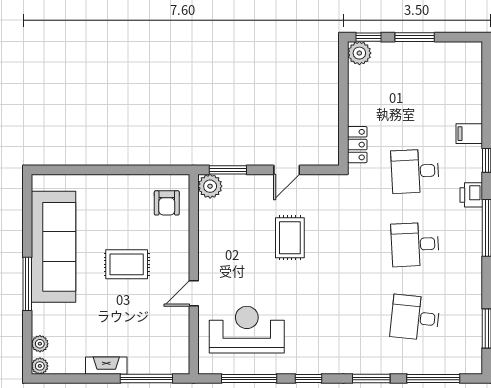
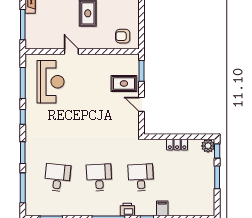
locker: (357, 145) -> (177, 145), moved
plant: (210, 186) -> (132, 61), removed
rug: (290, 238) -> (124, 83), moved

